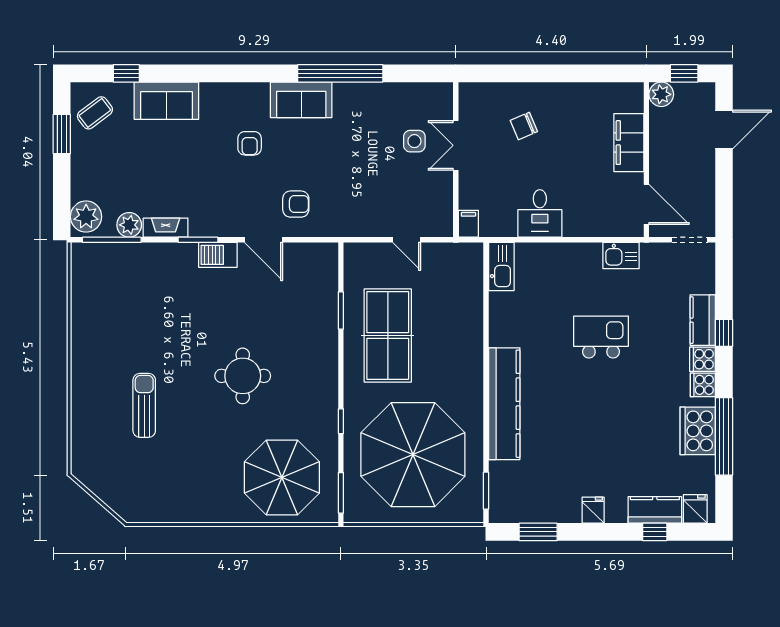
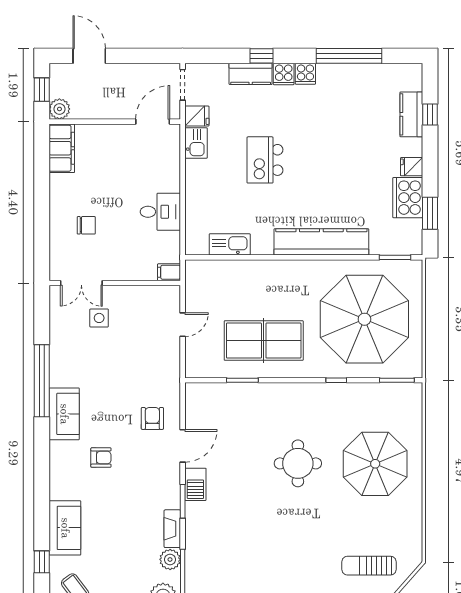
chair: (524, 126) -> (86, 225), turned -67
filing cabinet: (629, 143) -> (62, 148), moved, turned -90
double door: (456, 145) -> (81, 283), moved
kitchen sink: (501, 266) -> (230, 244), moved
sun lounger: (144, 405) -> (369, 566), moved
cooker: (698, 431) -> (408, 198), moved, turned 90
parasol: (282, 477) -> (375, 464), moved
fridge: (695, 509) -> (197, 116), moved, turned 180

